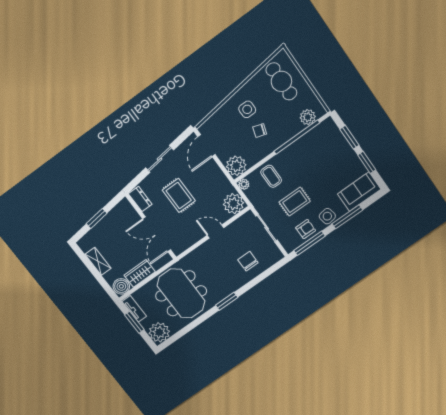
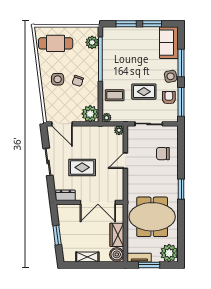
rug: (295, 202) -> (144, 92), turned 90
plant: (233, 204) -> (119, 130), width x0.53, depth x0.53

